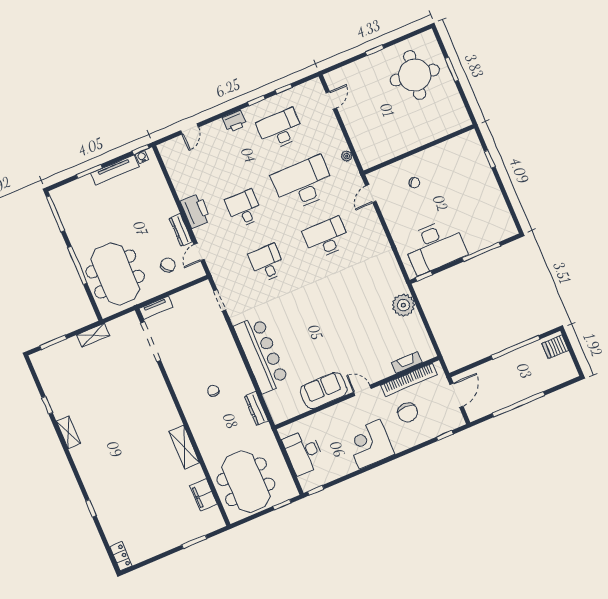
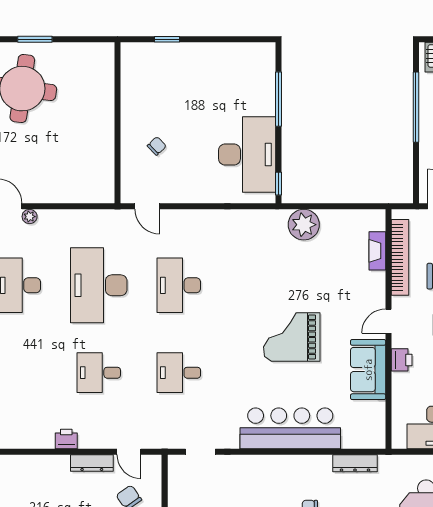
plant: (347, 156) -> (30, 217), moved
printer: (196, 211) -> (66, 439), width x0.53, depth x0.68
grand piano: (324, 329) -> (292, 337), added
printer: (340, 410) -> (402, 360), added

